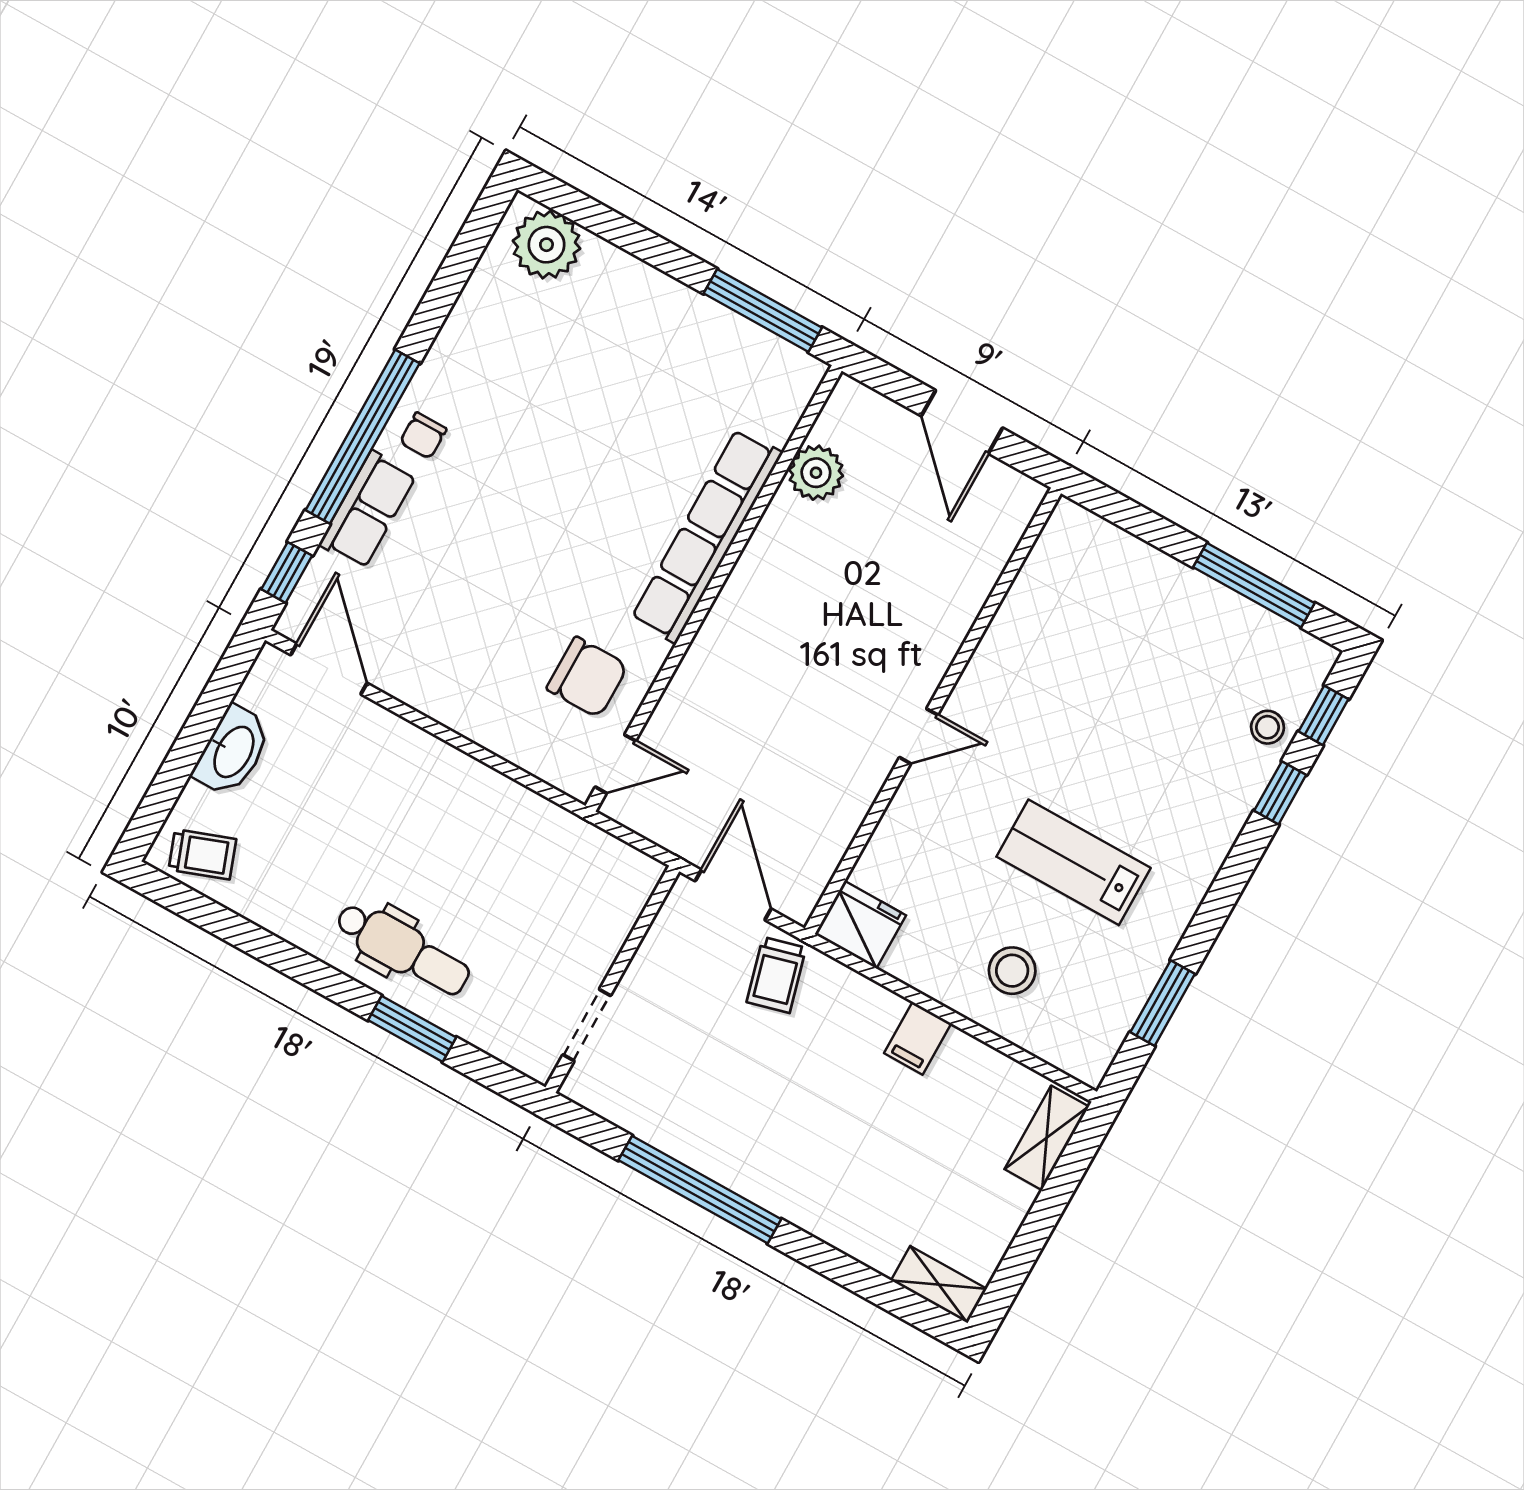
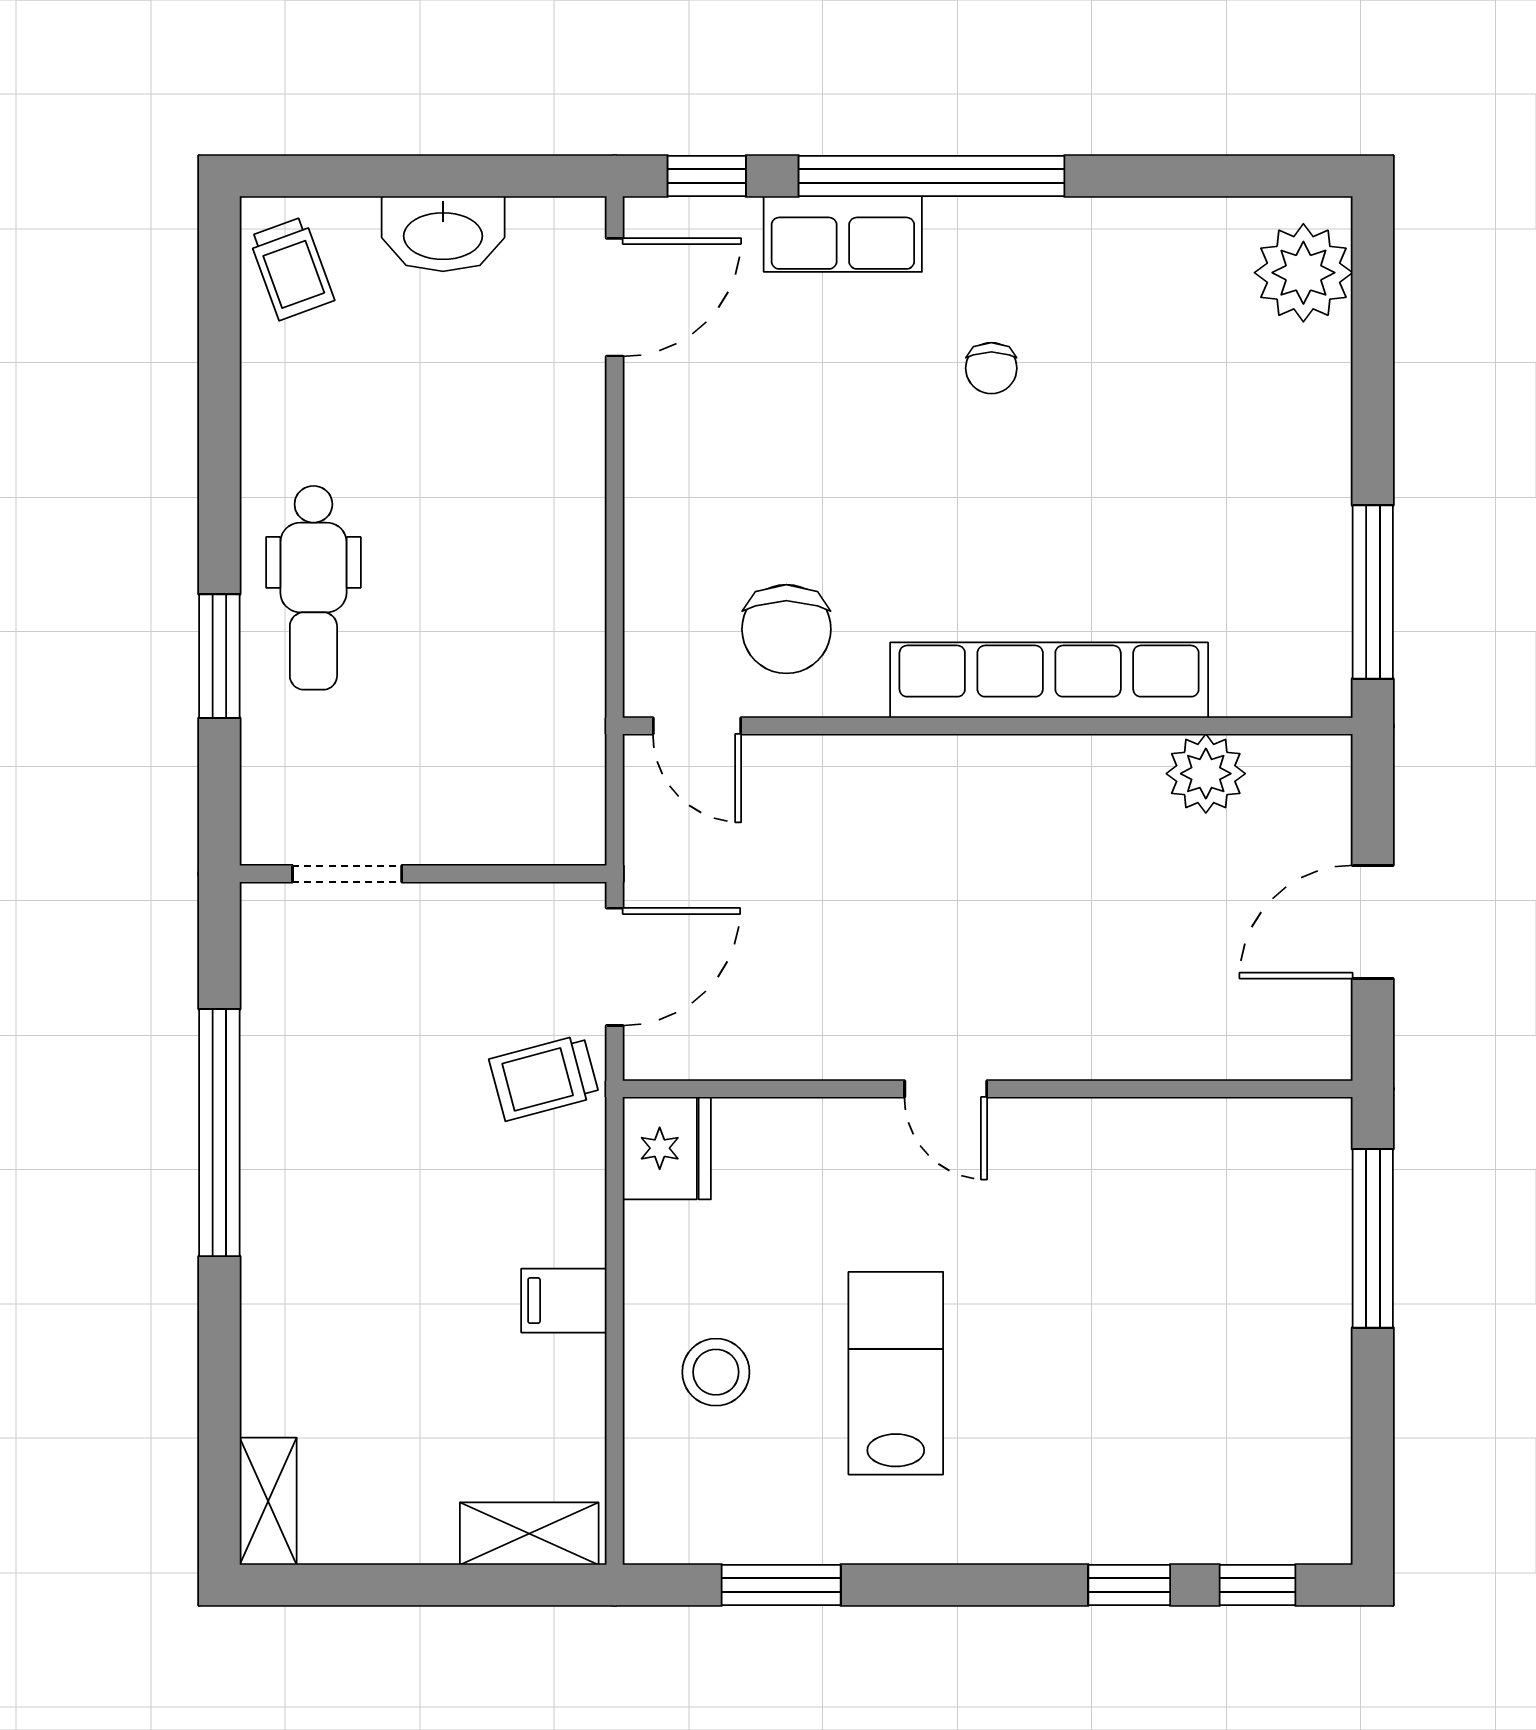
chair: (423, 436) -> (991, 368), moved, turned -90
window: (1254, 585) -> (1373, 1238), moved
stool: (1268, 727) -> (1203, 1523), removed

